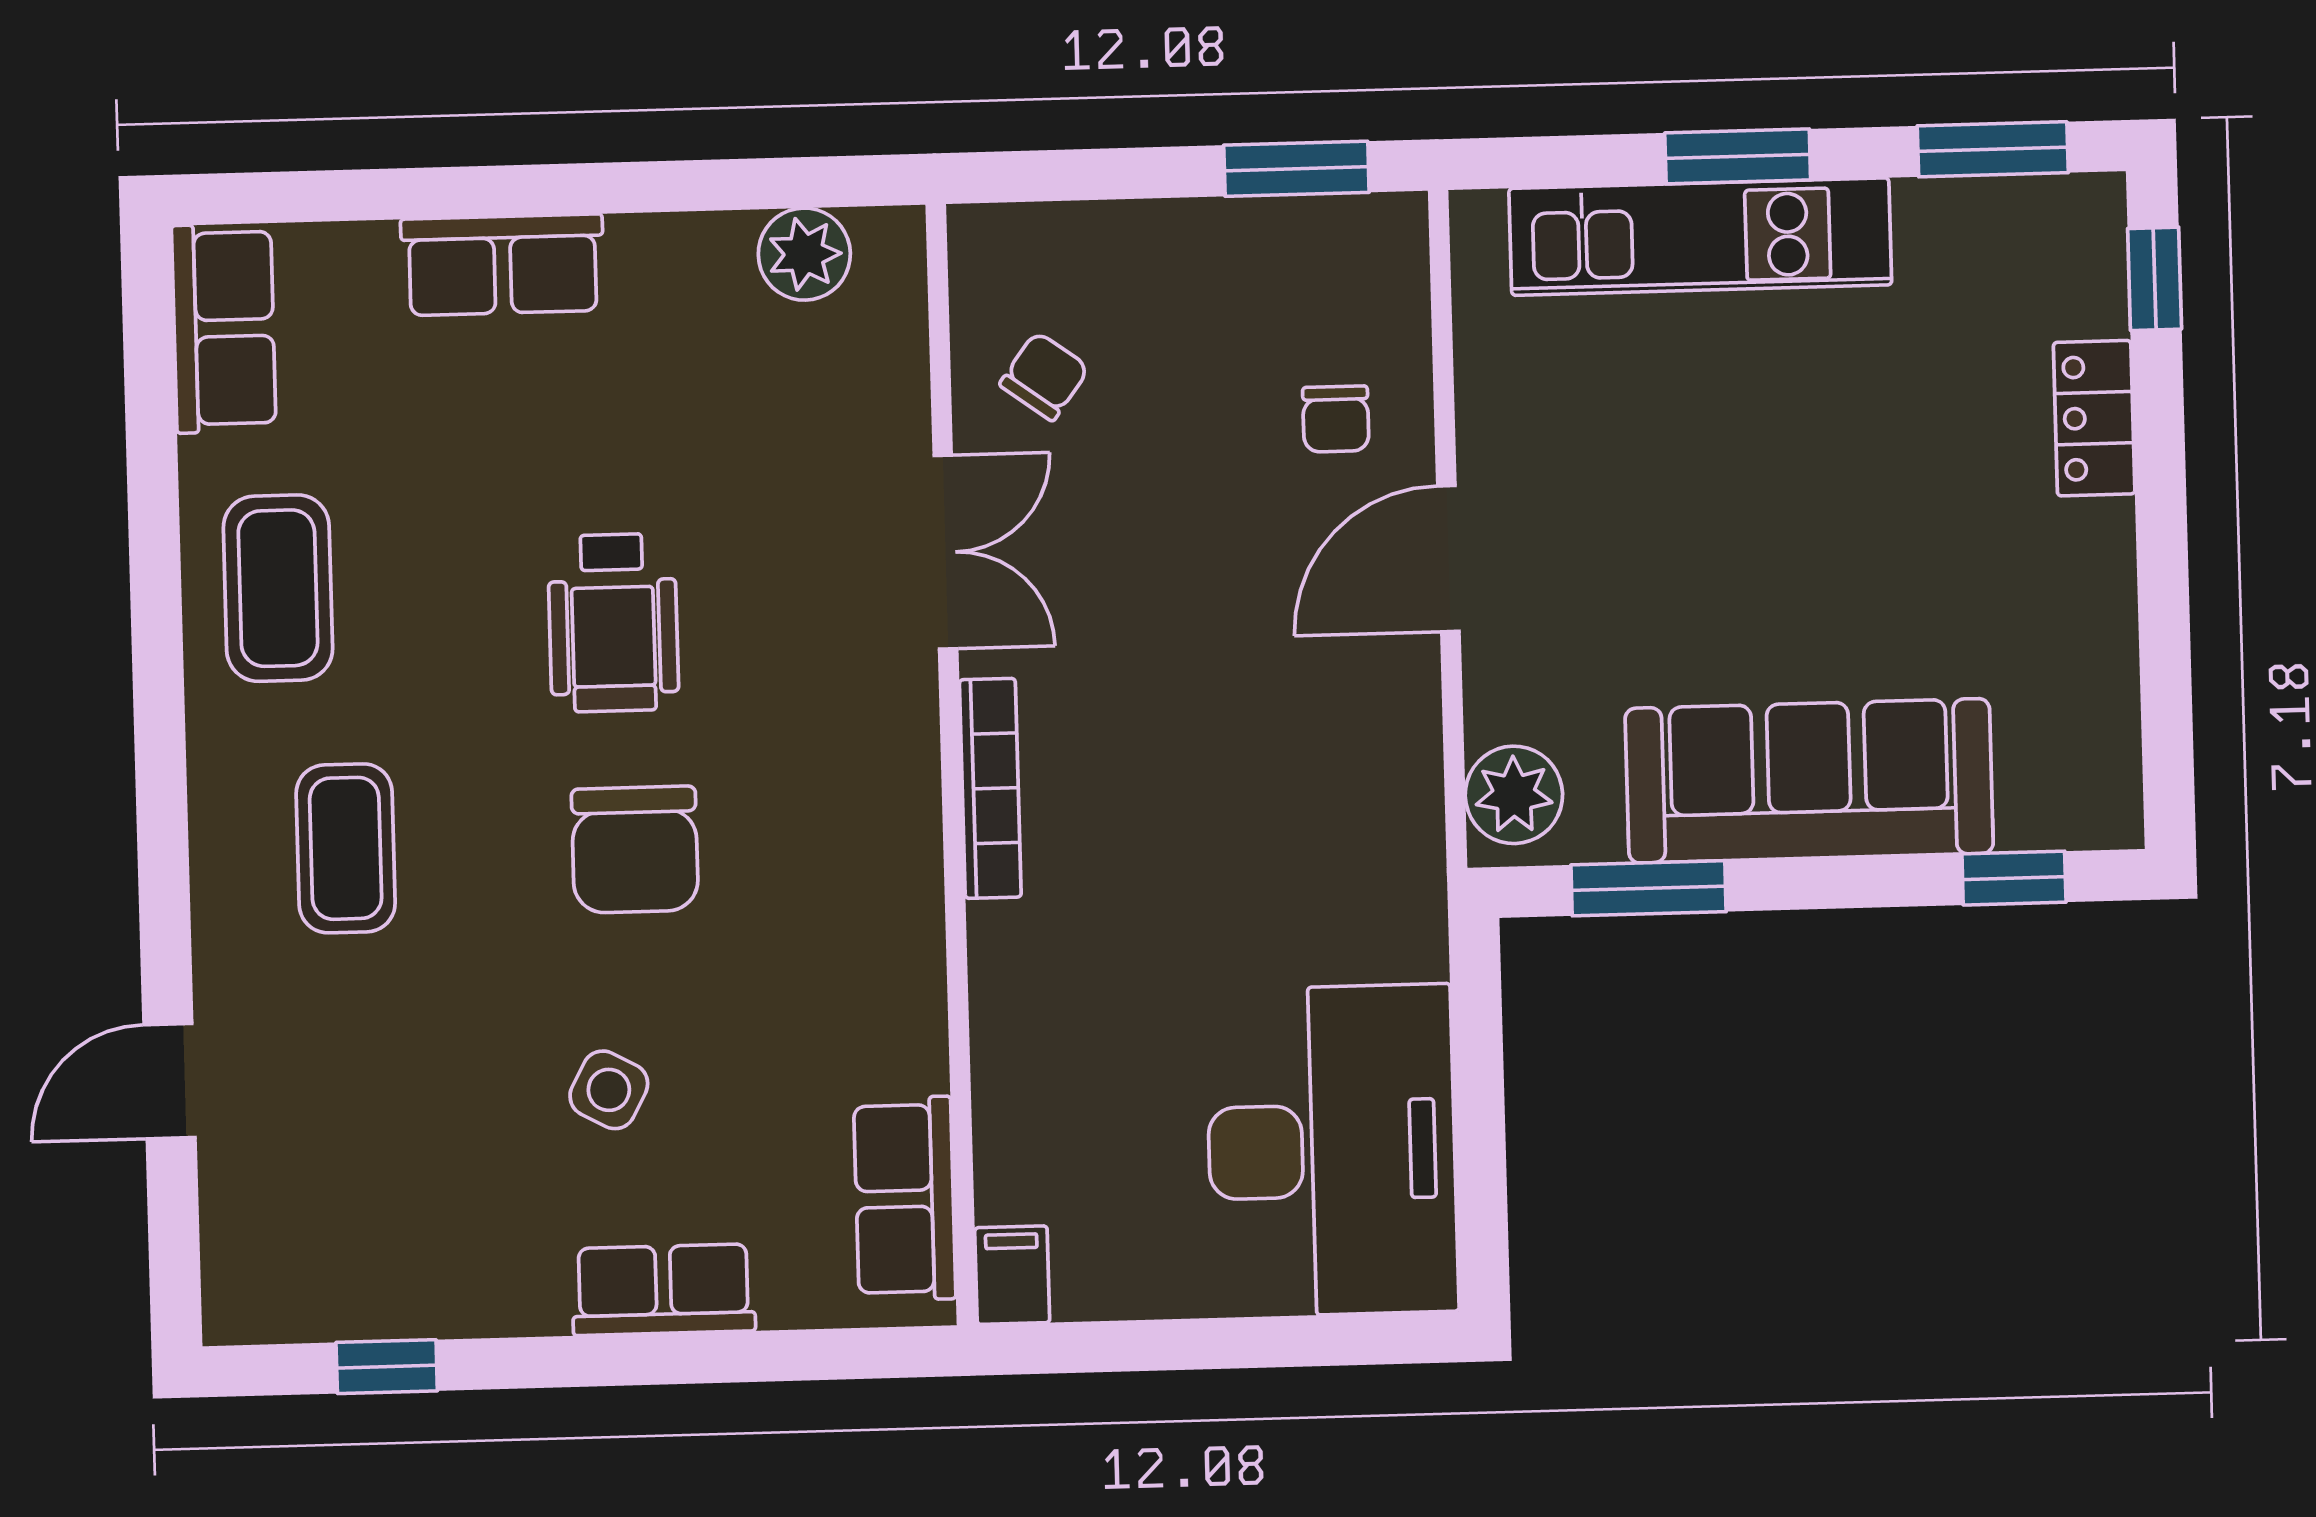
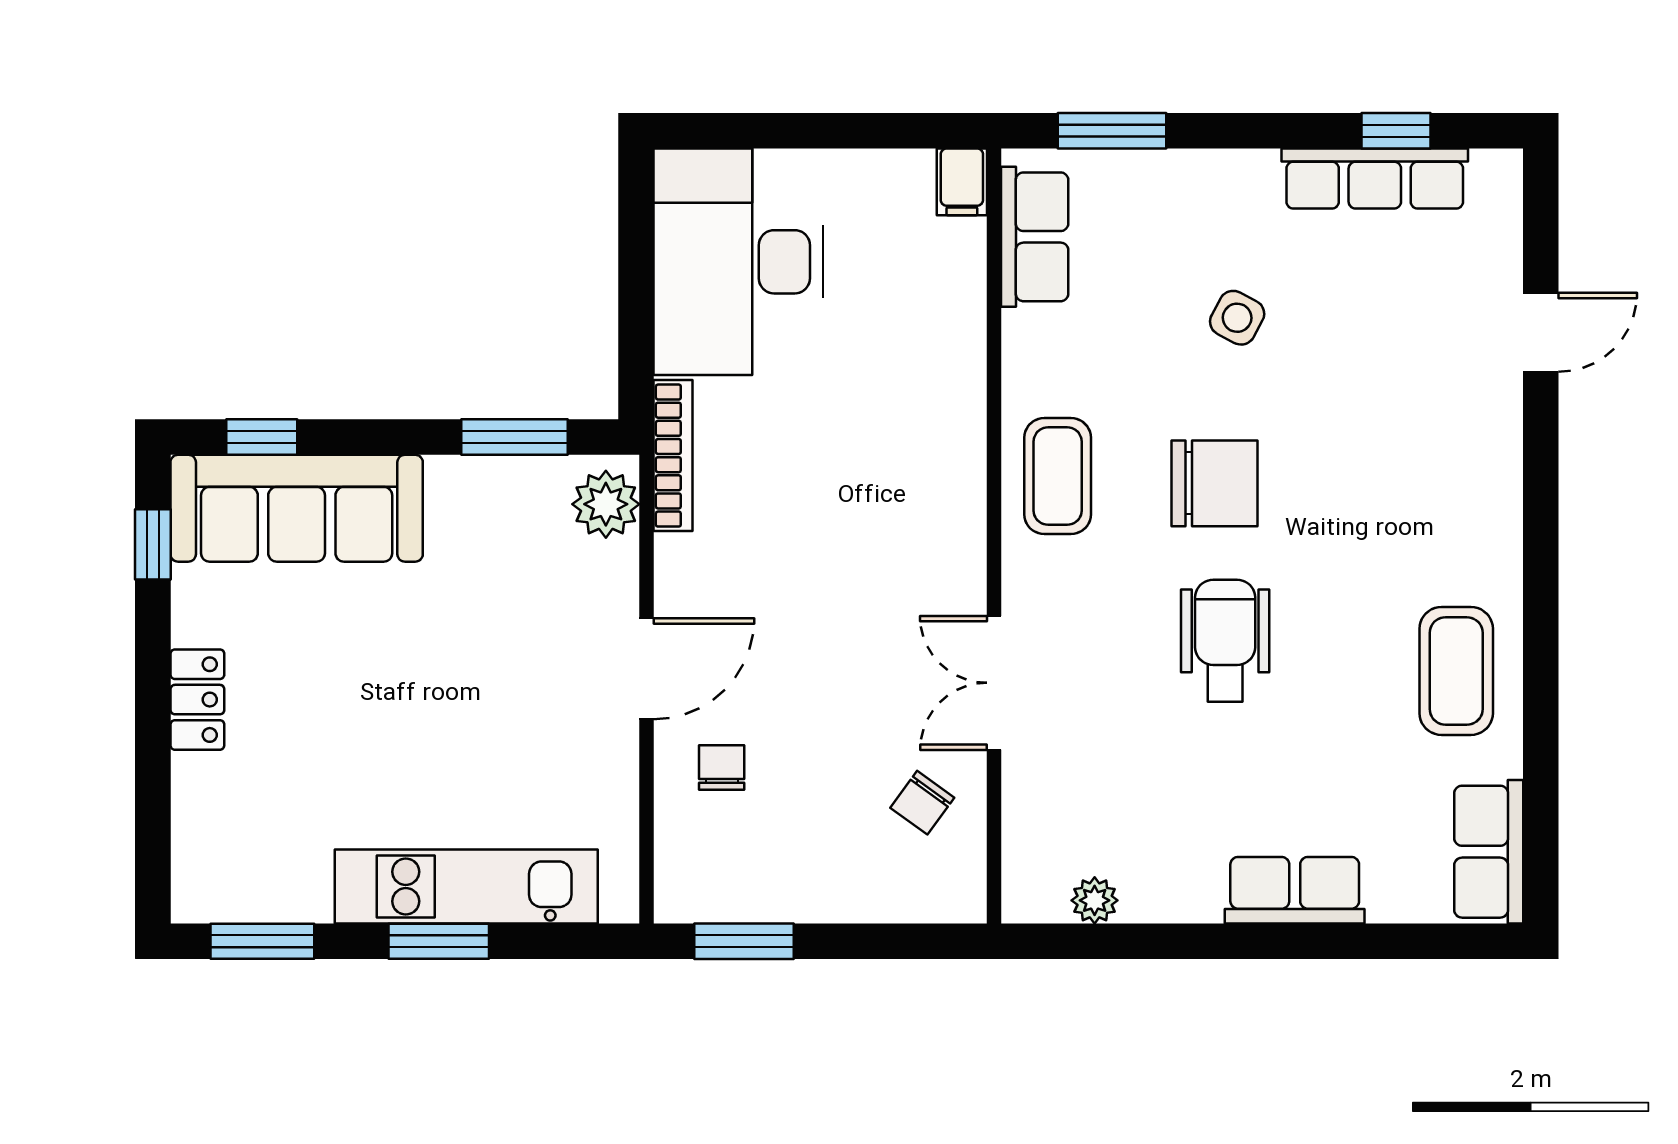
plant: (804, 254) -> (1095, 900), width x0.73, depth x0.73
window: (2155, 279) -> (153, 544), moved
locker: (2094, 418) -> (197, 700), moved
sofa: (1809, 781) -> (297, 508), moved
bookcase: (990, 788) -> (673, 456), moved, turned 180
coffee table: (346, 848) -> (1058, 476), moved
chair: (635, 850) -> (1214, 483), turned 90
row of seats: (663, 1290) -> (1375, 179), moved, width x1.48
window: (797, 1355) -> (1112, 131), added

